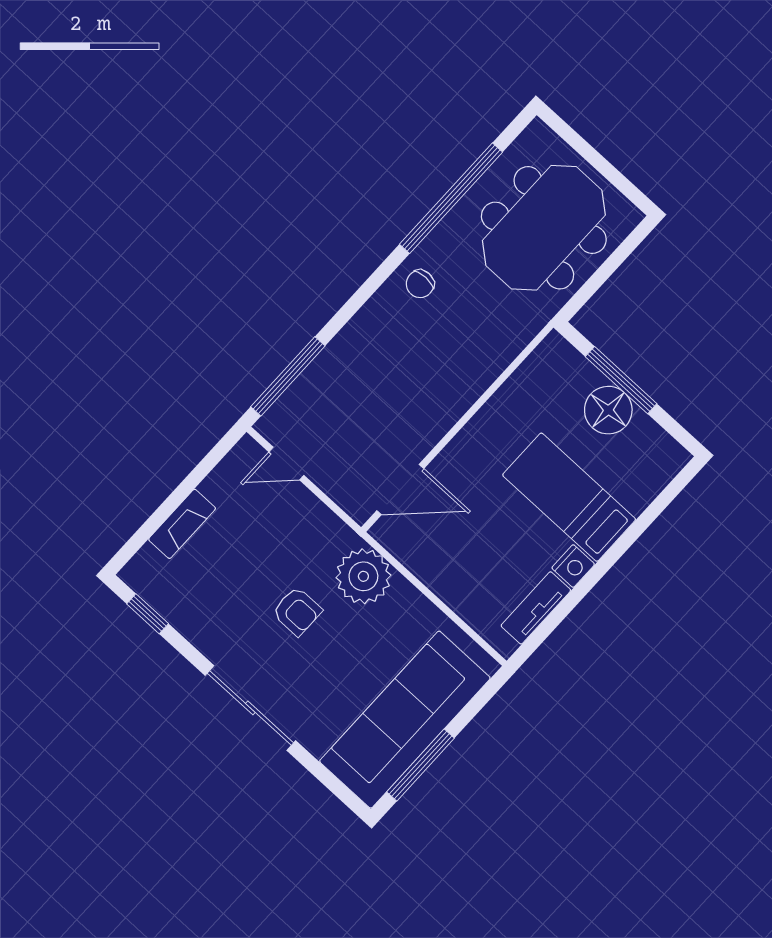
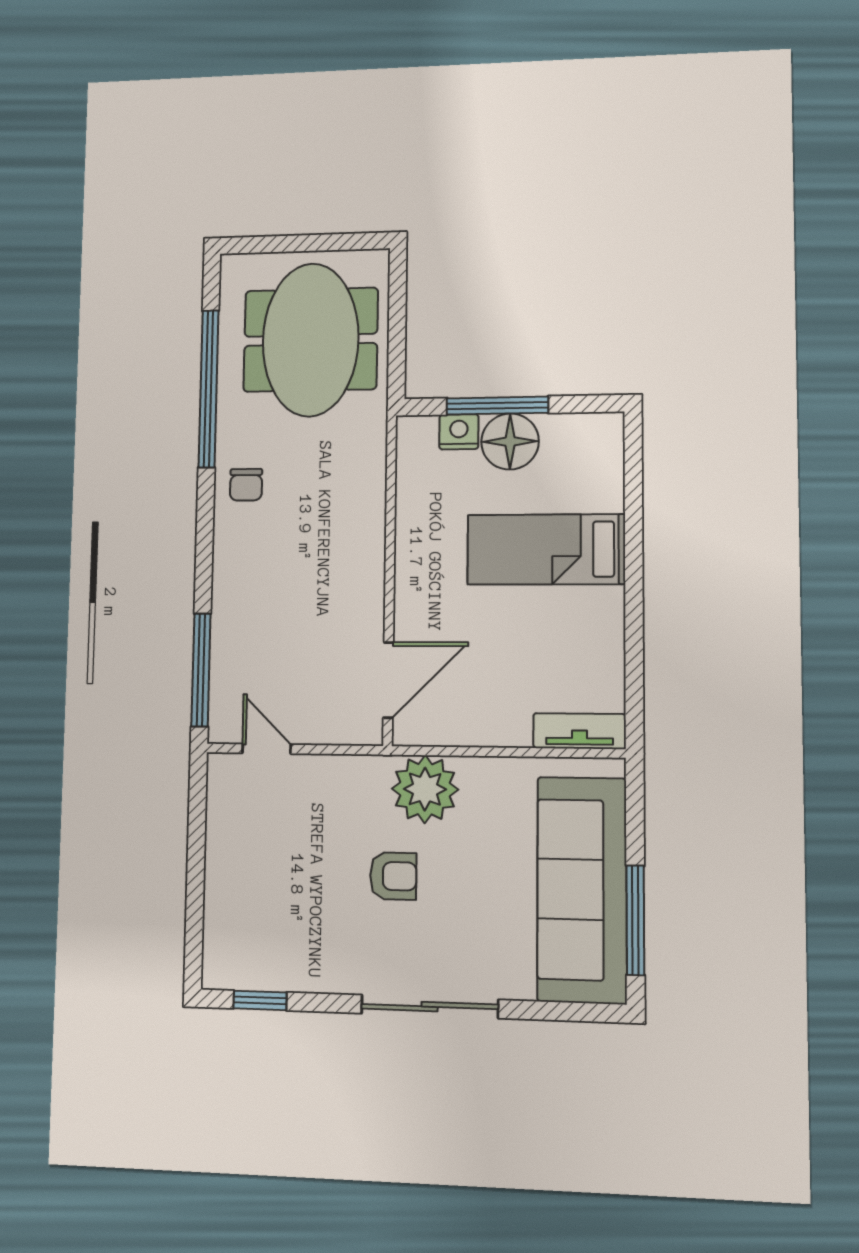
door: (286, 464) -> (267, 749), swing flipped
fireplace: (182, 524) -> (221, 888), removed
nightstand: (573, 566) -> (459, 432), moved, turned -90
tv unit: (536, 608) -> (579, 731), moved, turned 90

